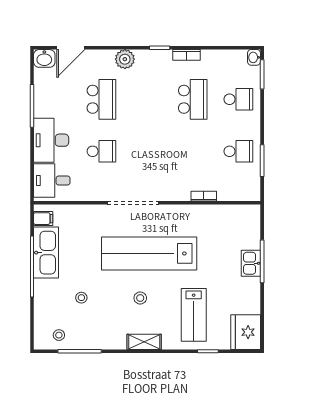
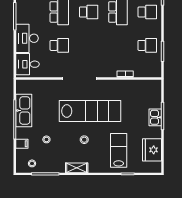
school desk: (147, 99) -> (89, 12), added
filing cabinet: (43, 219) -> (22, 144), moved
lab bench: (149, 253) -> (90, 111), turned 180
lab bench: (194, 315) -> (119, 150), turned 180
fridge: (246, 332) -> (152, 150), moved
shelving: (144, 342) -> (77, 168), moved

